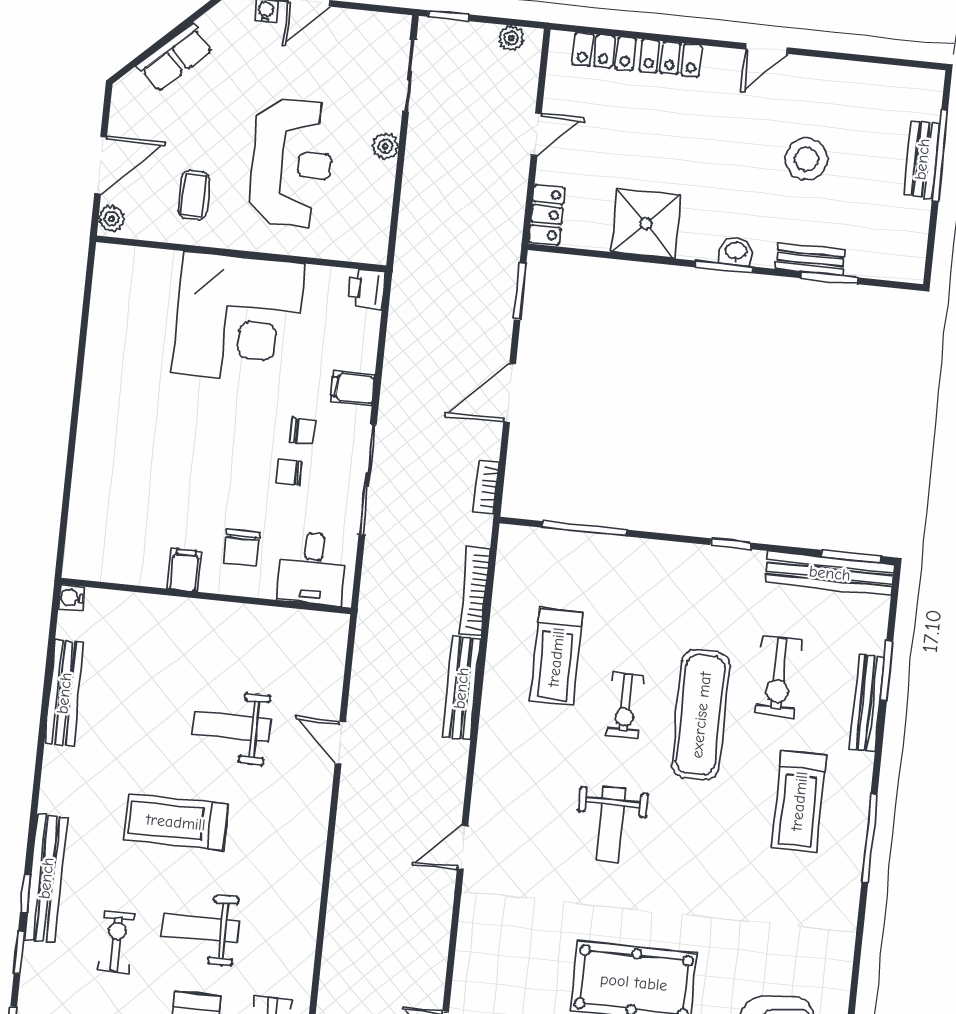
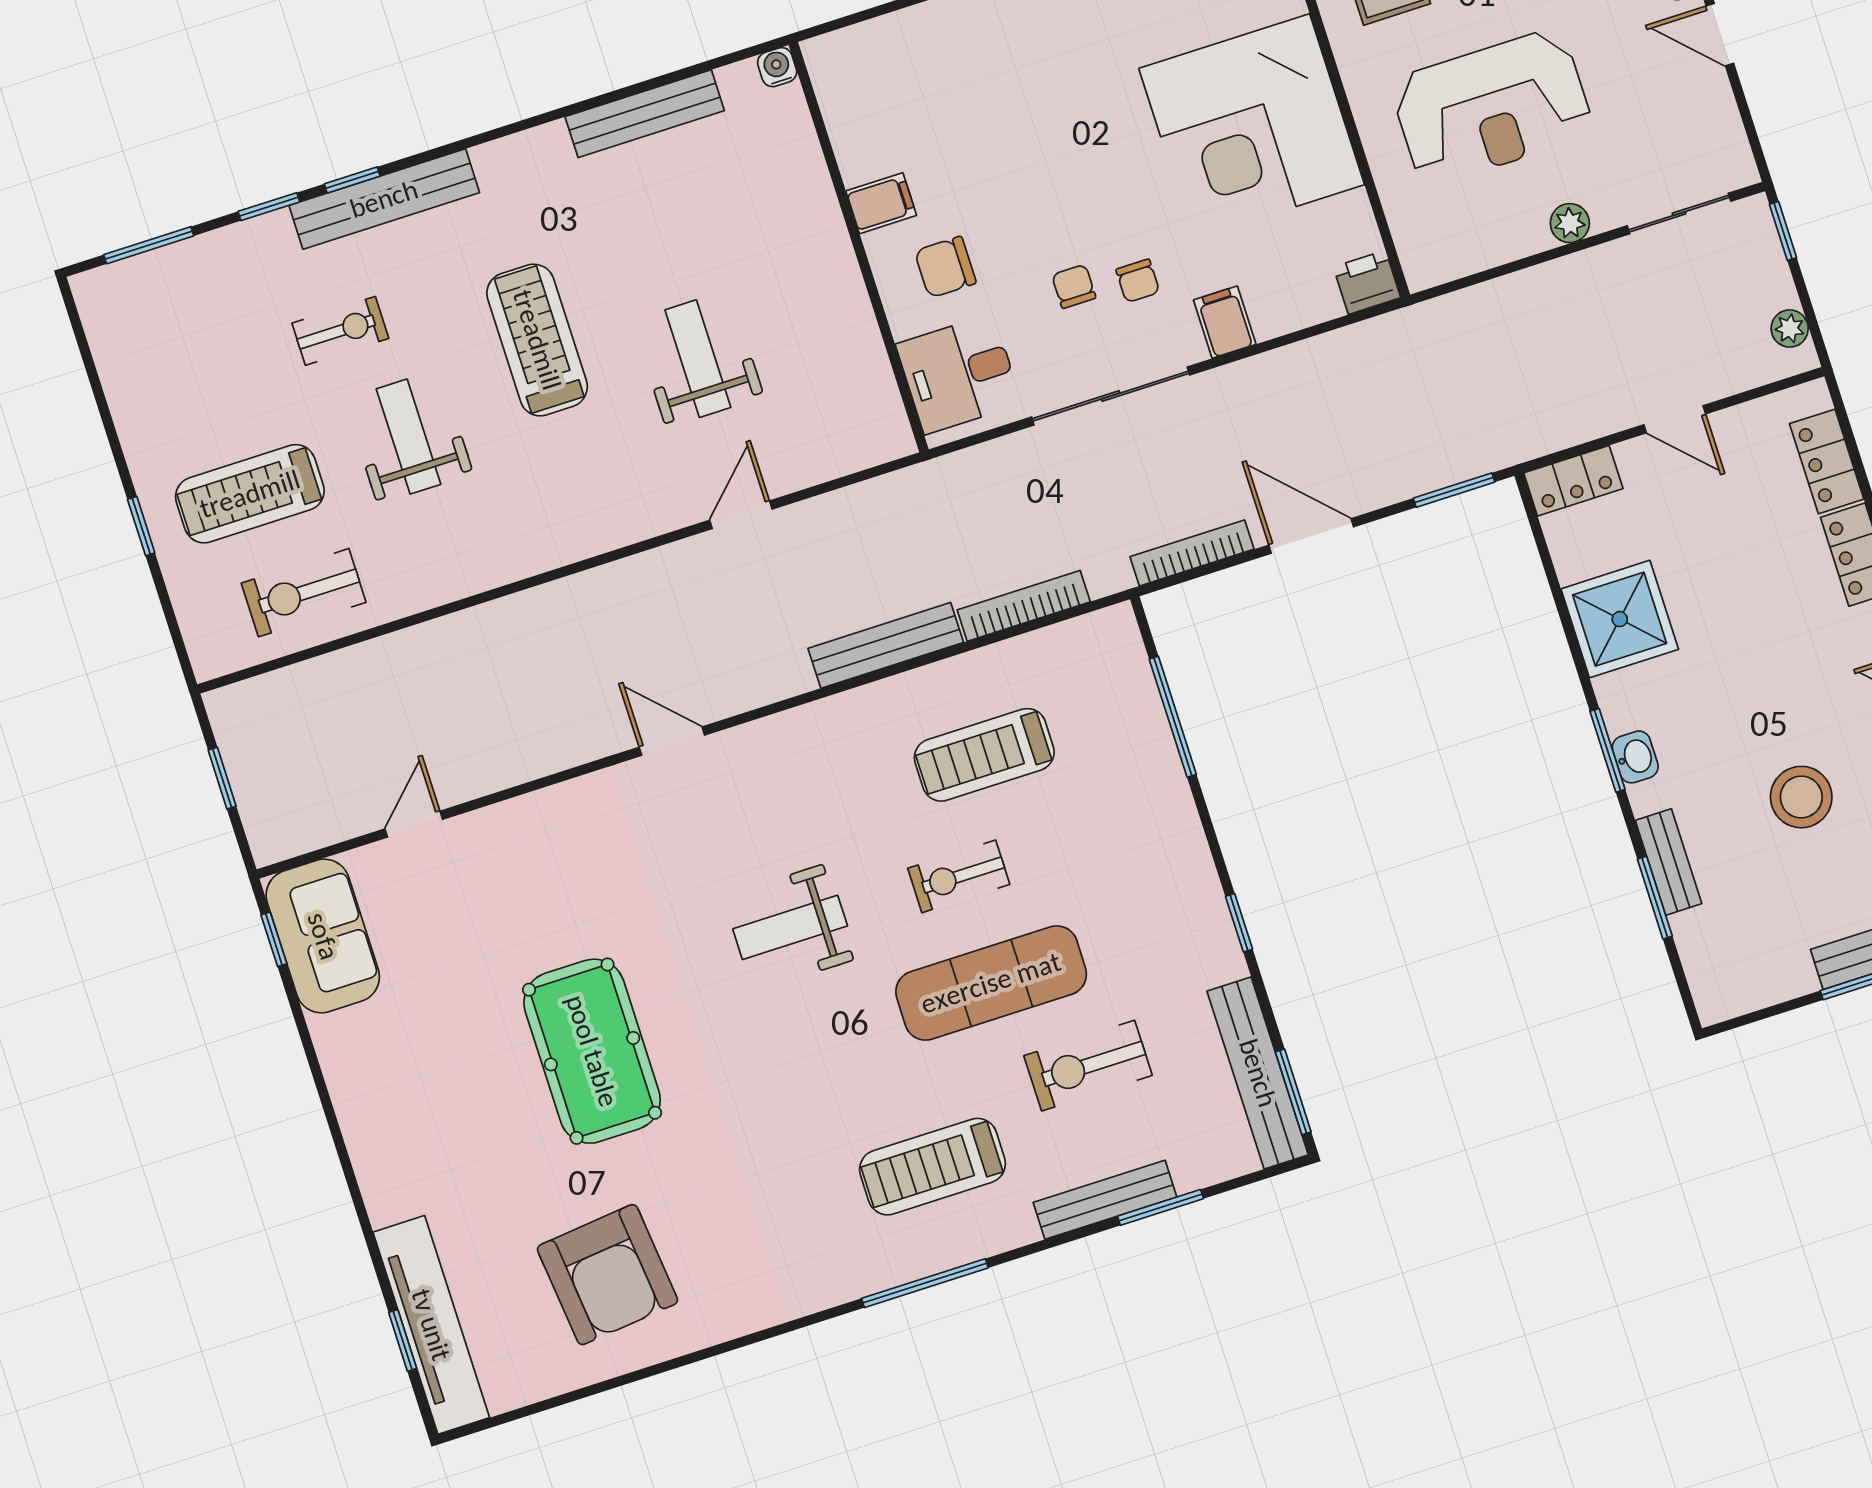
bookcase: (486, 487) -> (1192, 553), width x1.56

